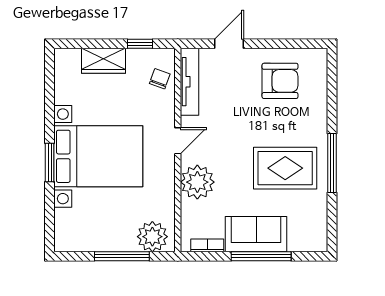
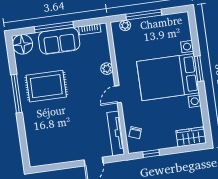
wardrobe: (103, 61) -> (191, 137), moved
armchair: (280, 81) -> (57, 142), removed
plant: (197, 182) -> (107, 69), width x0.53, depth x0.53
plant: (152, 237) -> (125, 25), width x0.53, depth x0.53
floor lamp: (312, 237) -> (23, 44), added

